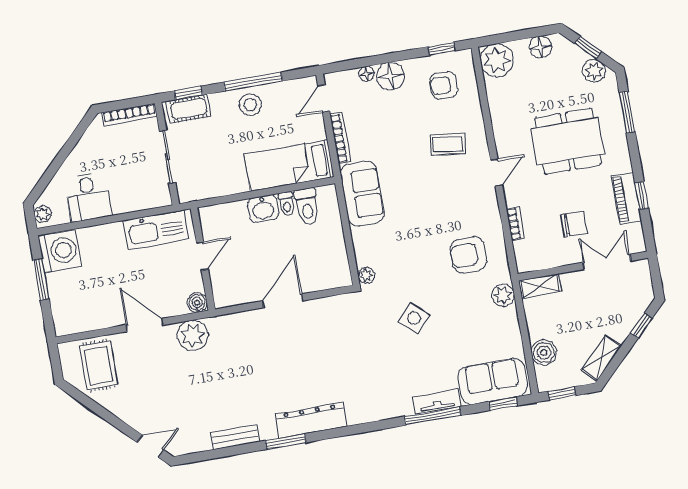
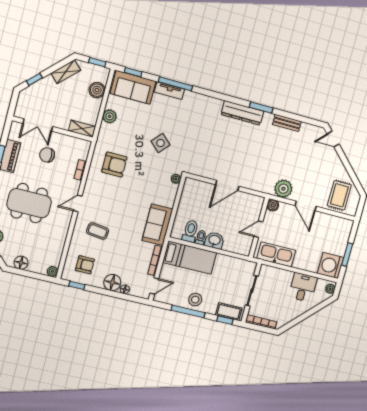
plant: (497, 60) -> (52, 271), width x0.53, depth x0.53
plant: (503, 295) -> (110, 116), moved

